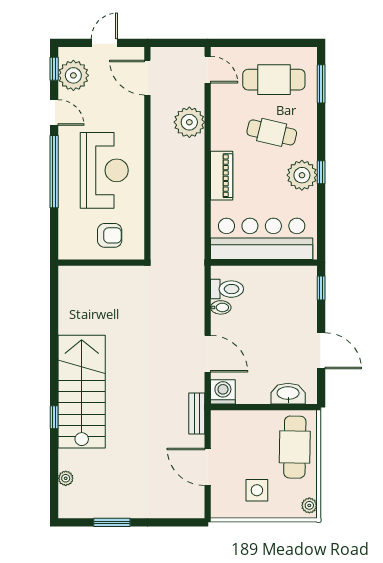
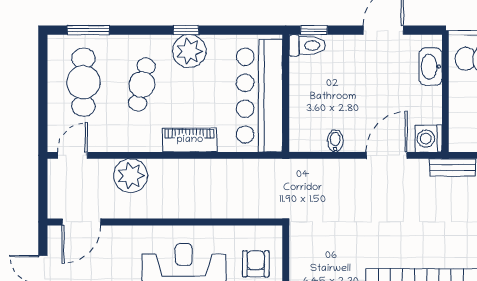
toilet: (227, 289) -> (307, 46), moved, turned 90

